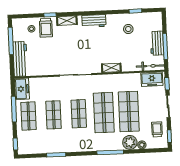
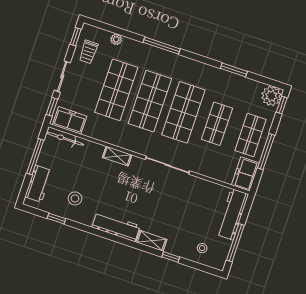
workbench: (94, 21) -> (116, 227), width x1.38
trolley: (46, 28) -> (183, 242), removed
workbench: (157, 43) -> (38, 184), moved
shop shelf: (79, 114) -> (183, 112), width x1.43, depth x1.36
plant: (130, 142) -> (271, 96), moved

